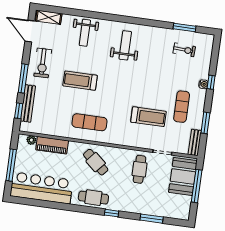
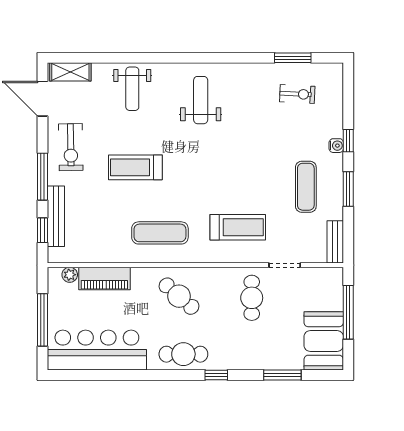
treadmill: (148, 117) -> (238, 227), moved
window: (205, 123) -> (348, 189), moved
booth: (183, 177) -> (324, 341), moved

